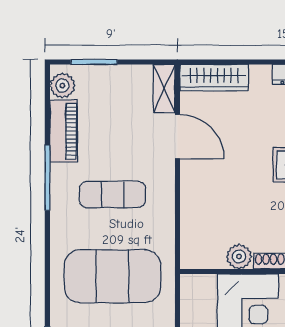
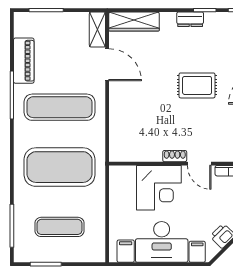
plant: (62, 86) -> (23, 27), removed
exercise mat: (112, 195) -> (59, 107), width x1.36, depth x1.45
plant: (239, 257) -> (152, 153), removed

